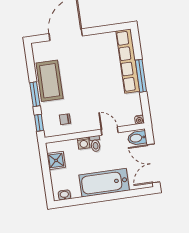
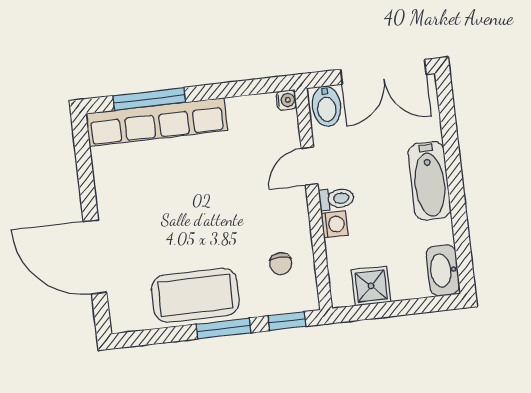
window: (141, 76) -> (149, 99), moved
bathtub: (104, 183) -> (429, 181), width x0.73, depth x0.73
washbasin: (64, 195) -> (443, 270), width x1.91, depth x1.45

